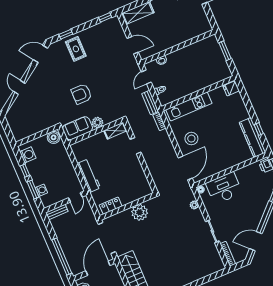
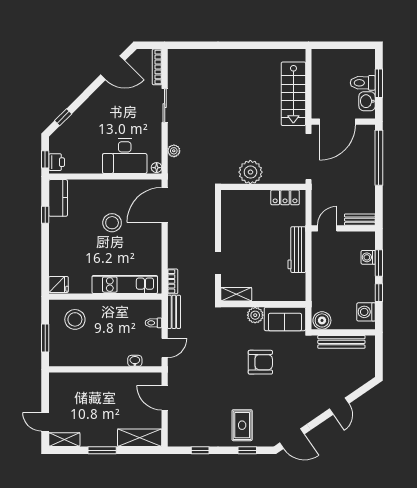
window: (105, 17) -> (200, 450), moved
stool: (211, 71) -> (75, 319), added
bench: (35, 129) -> (341, 342), added
kitchen counter: (253, 138) -> (58, 198), width x0.67
stool: (191, 139) -> (112, 223), moved

